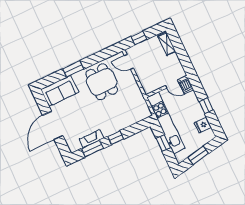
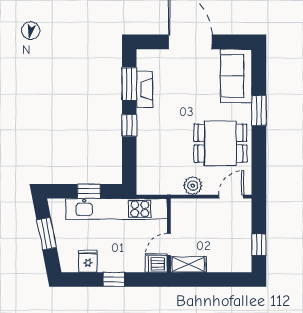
window: (139, 38) -> (259, 245), moved
shelving: (167, 44) -> (188, 264), moved
plant: (133, 86) -> (193, 186), added

